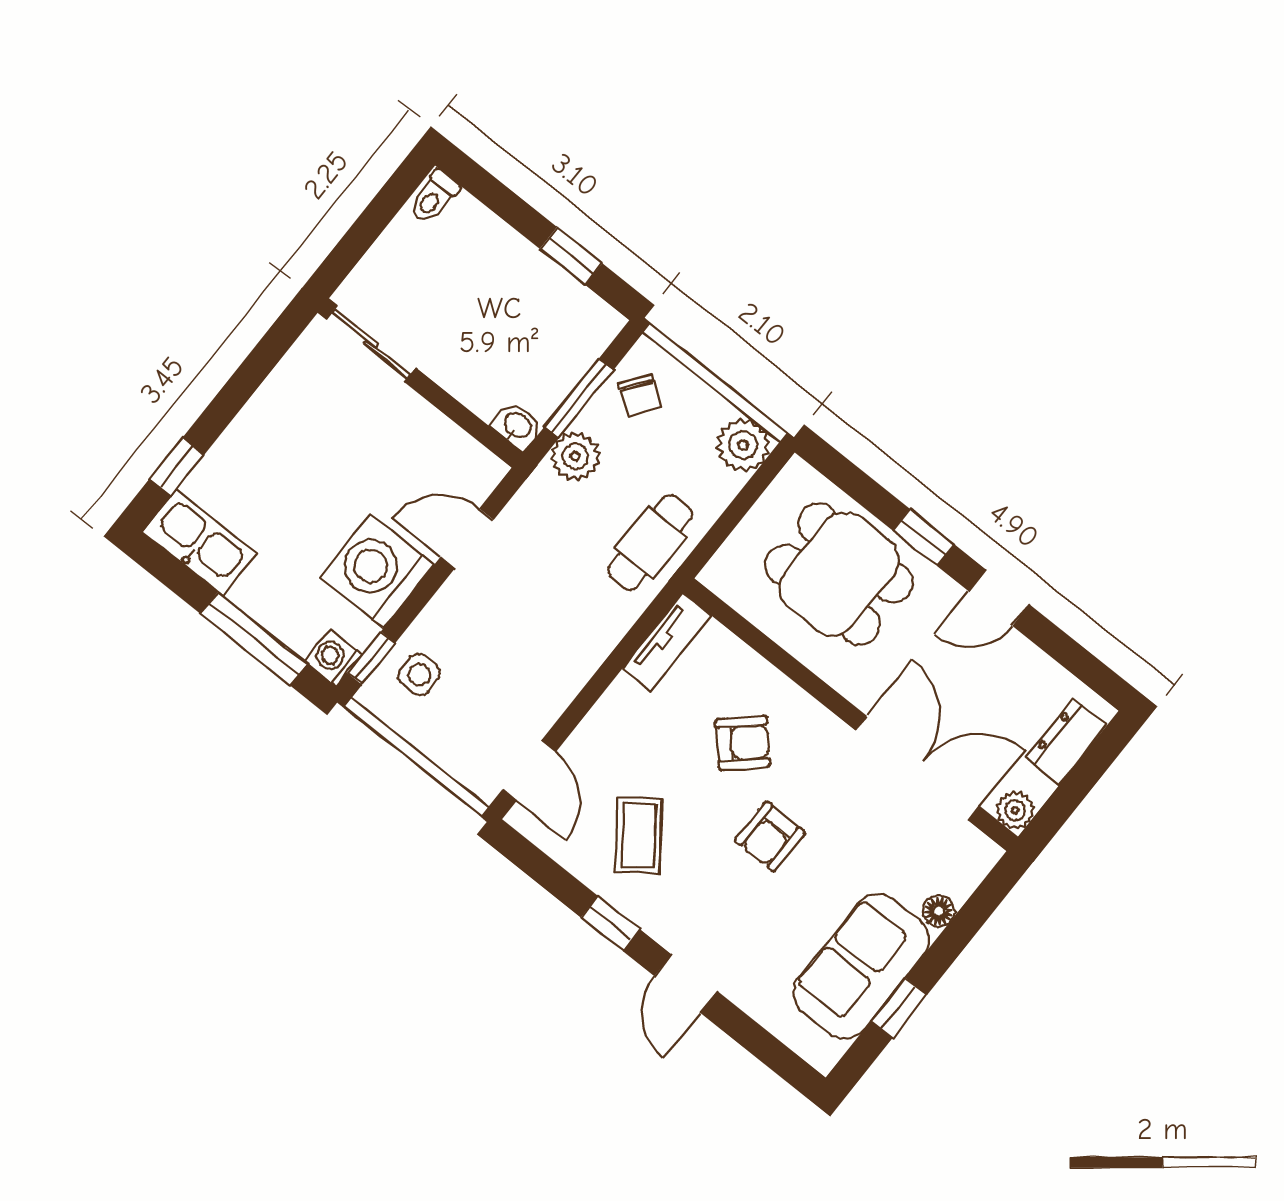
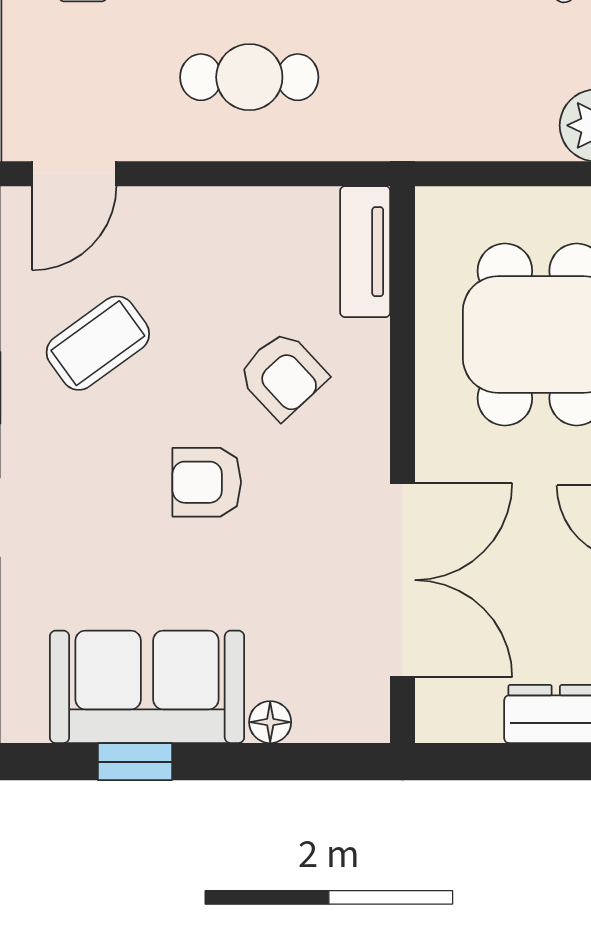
cafe table: (650, 542) -> (249, 77), moved
tv unit: (667, 642) -> (365, 252), moved, turned 90
plant: (1015, 810) -> (440, 718), removed

